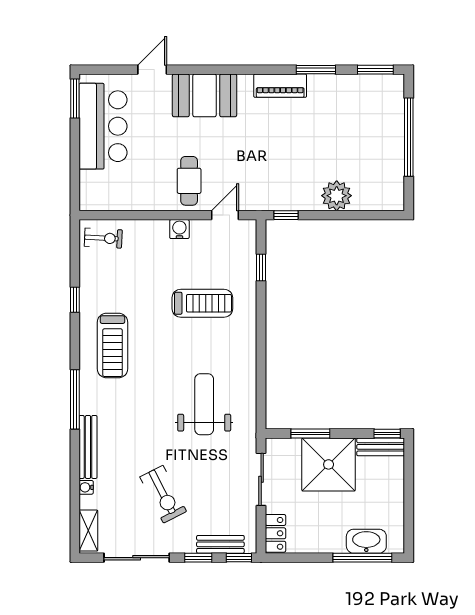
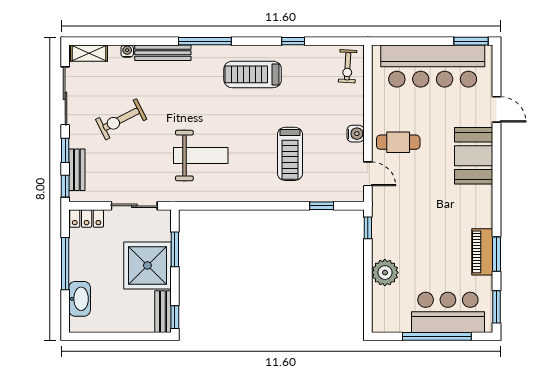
piano: (280, 86) -> (482, 252), moved
bar counter: (382, 125) -> (448, 312), added
bar counter: (103, 126) -> (433, 66), width x1.36
window: (362, 558) -> (65, 264), moved

